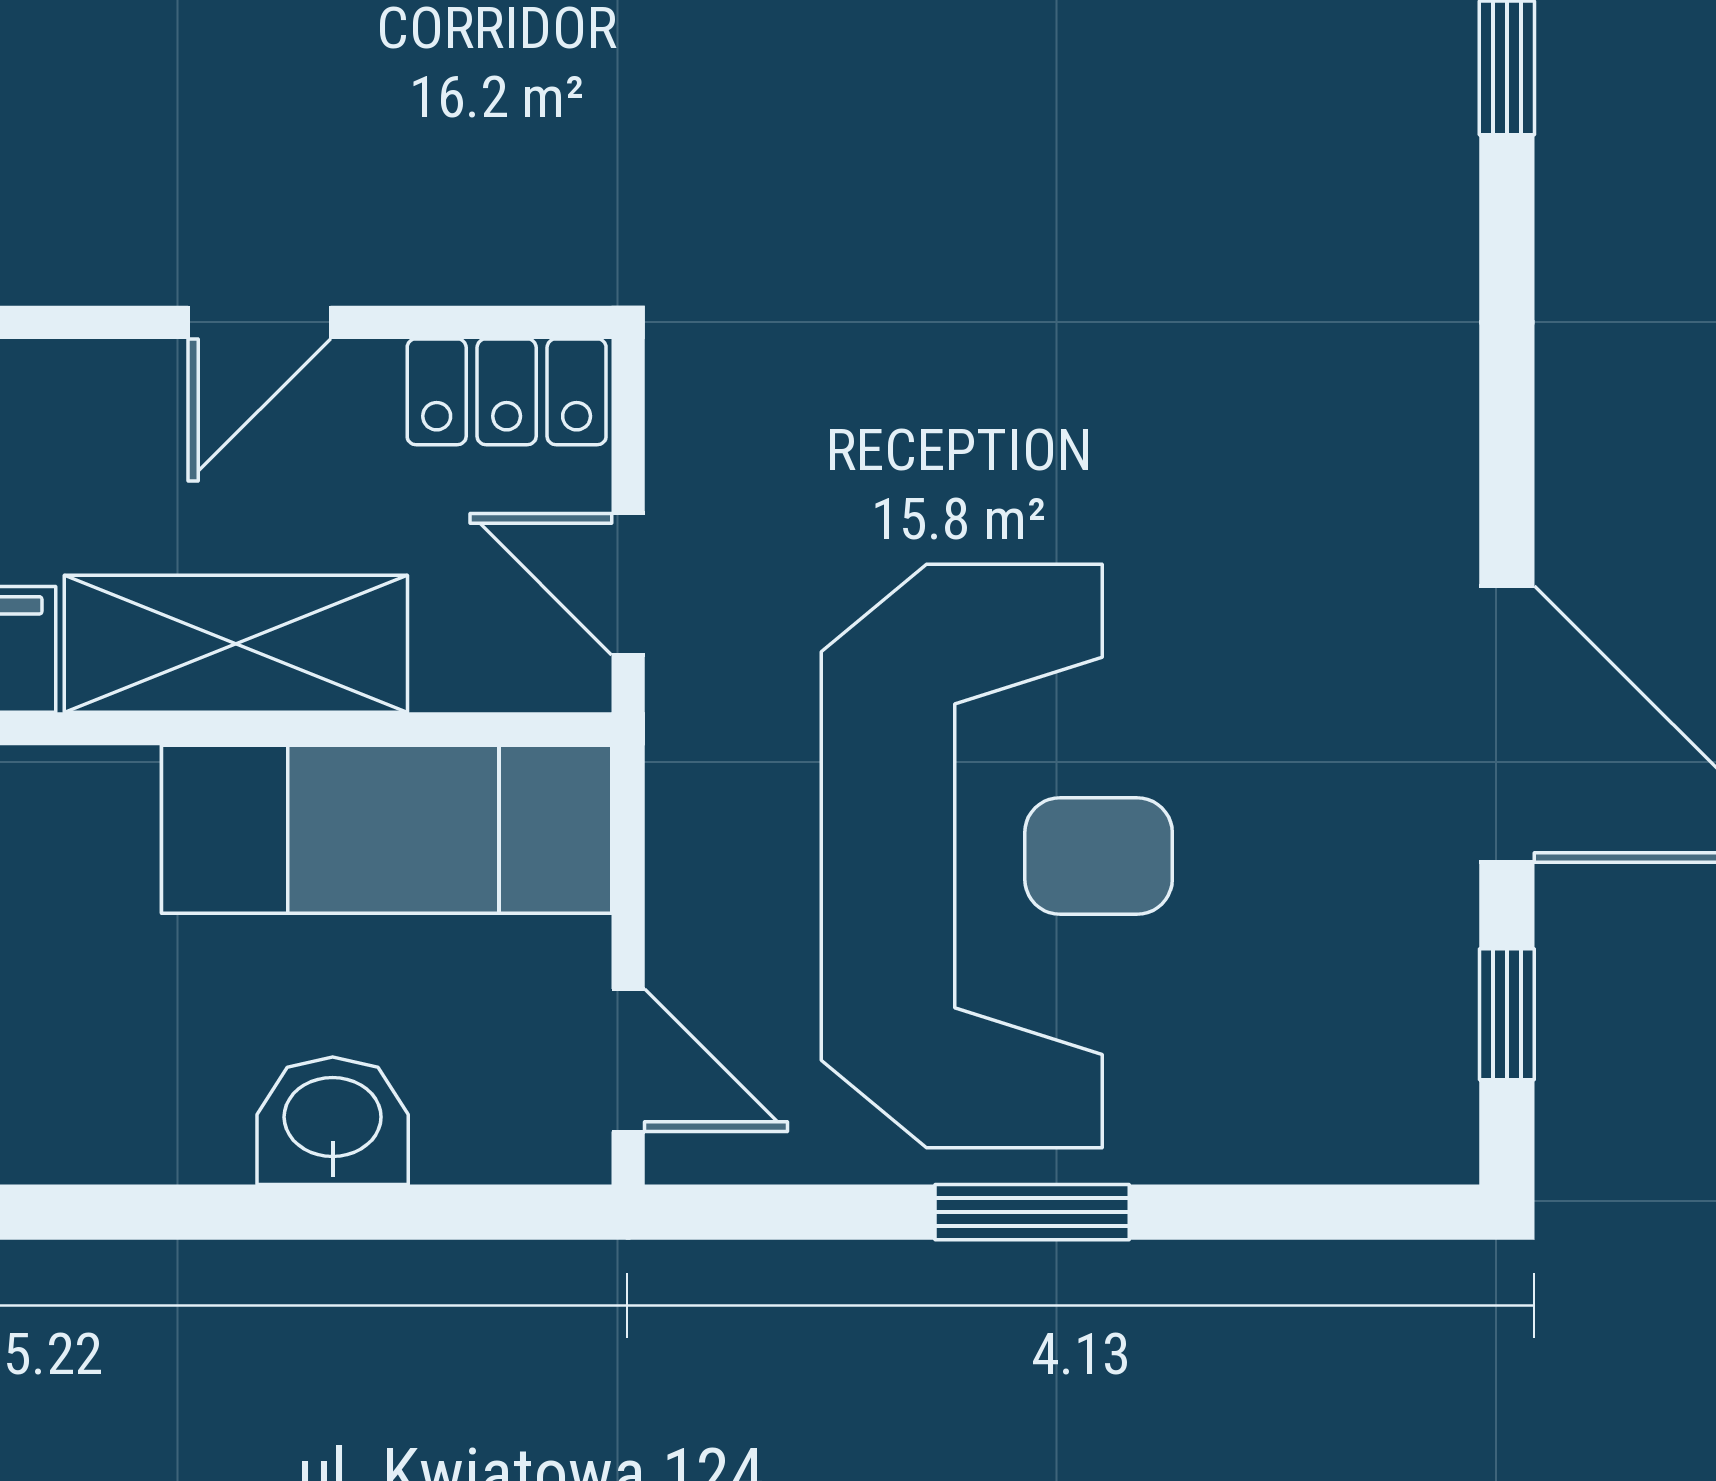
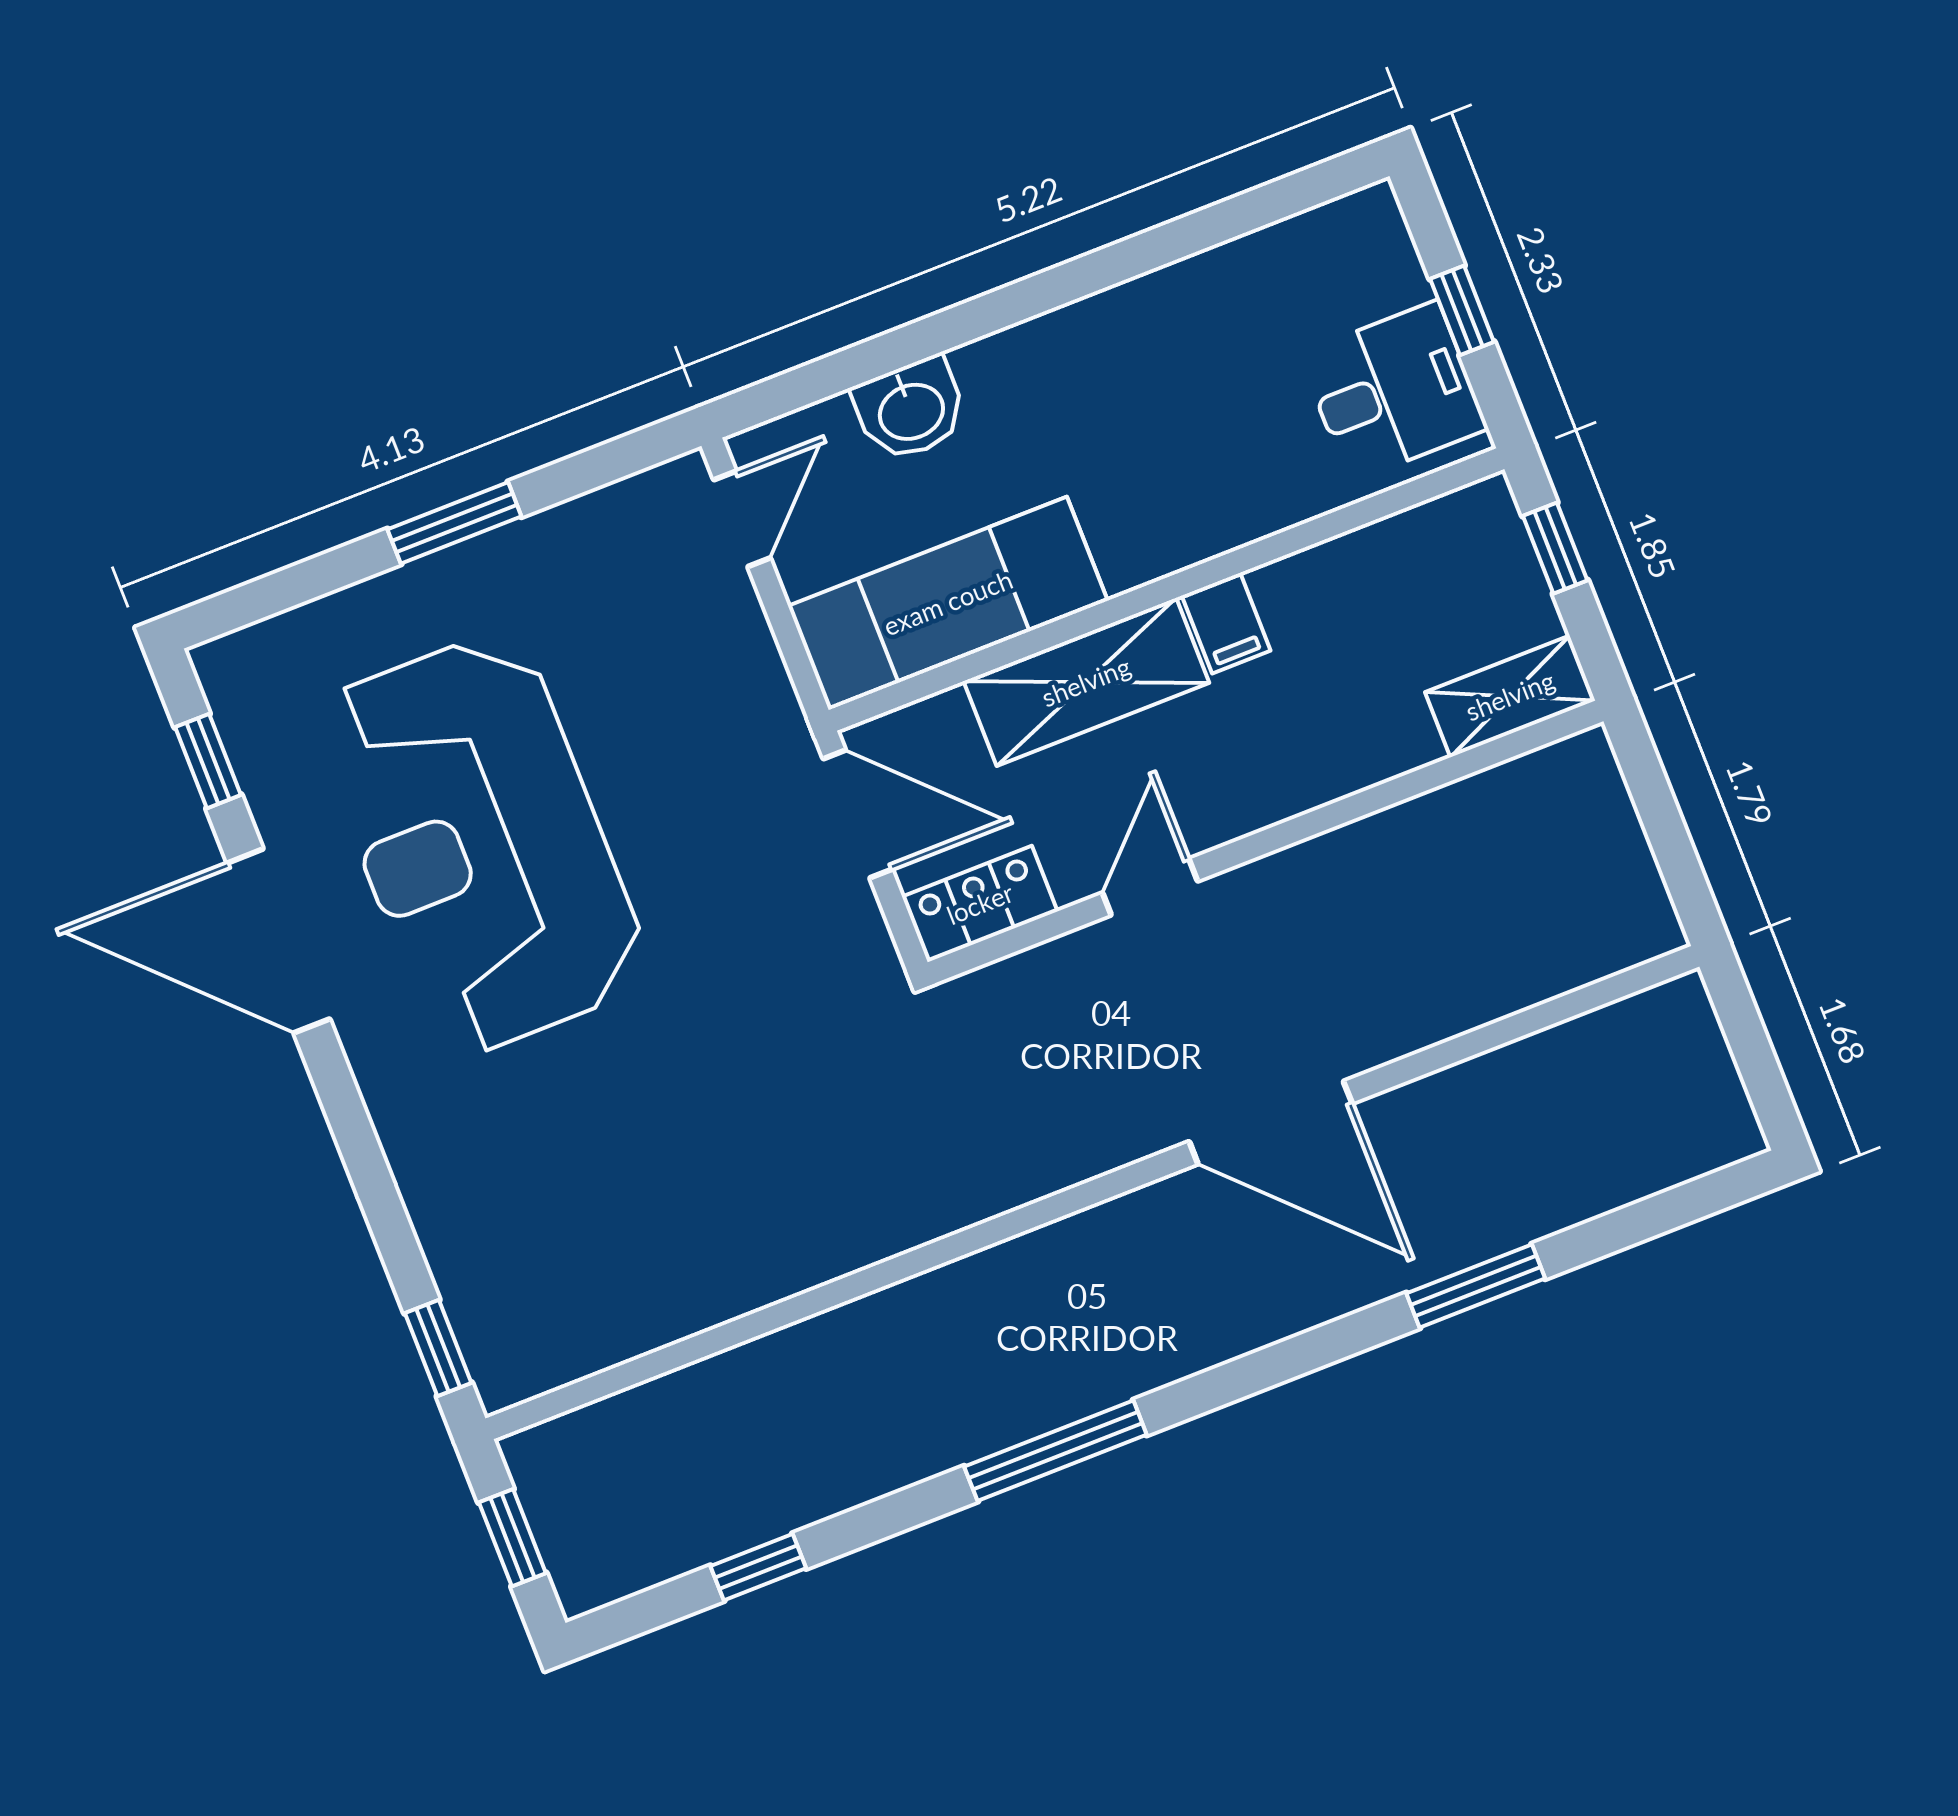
door: (628, 584) -> (858, 814), width x1.38
reception desk: (997, 856) -> (481, 844), moved
door: (628, 1060) -> (742, 519), swing flipped

